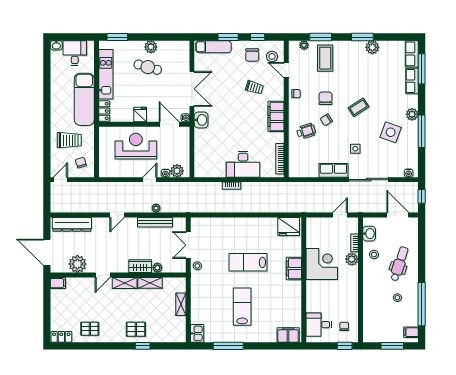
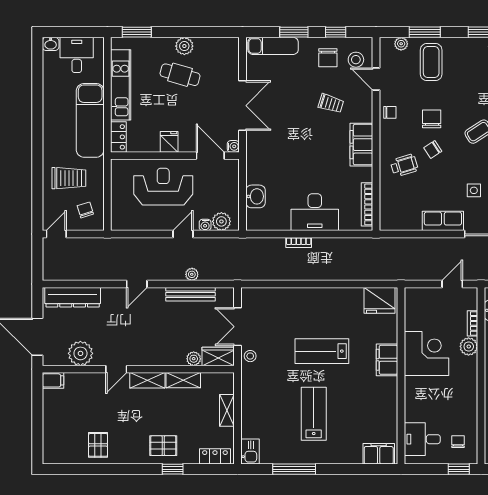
washbasin: (201, 120) -> (256, 196), moved
wardrobe: (140, 266) -> (218, 357), moved
pallet: (90, 329) -> (98, 445), turned 90
locker: (61, 337) -> (215, 456), moved

